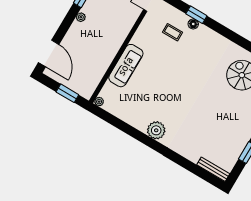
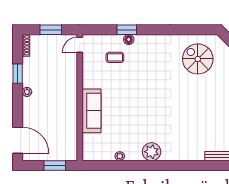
plant: (99, 102) -> (120, 156), moved

